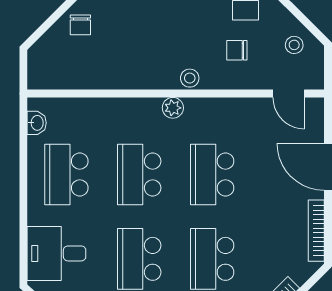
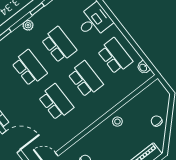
stool: (190, 78) -> (117, 122), moved
plant: (173, 108) -> (93, 117), removed

